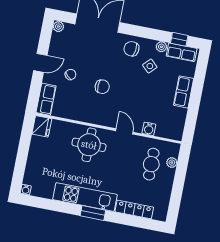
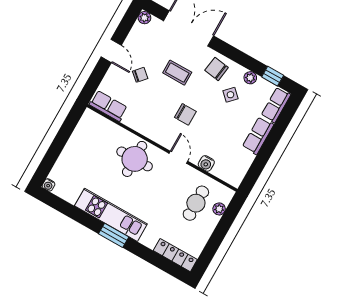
row of seats: (182, 52) -> (276, 105), moved, turned 90
coffee table: (100, 62) -> (177, 73), added
door: (40, 63) -> (111, 51), hinge flipped
chair: (102, 87) -> (185, 114), moved
row of seats: (46, 99) -> (108, 106), moved, turned -90
fridge: (42, 126) -> (89, 121), removed
locker: (134, 209) -> (175, 255), moved

